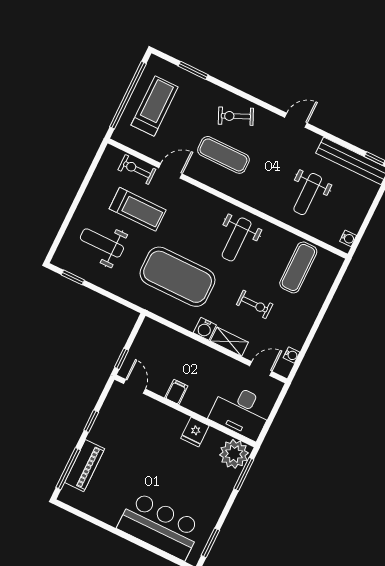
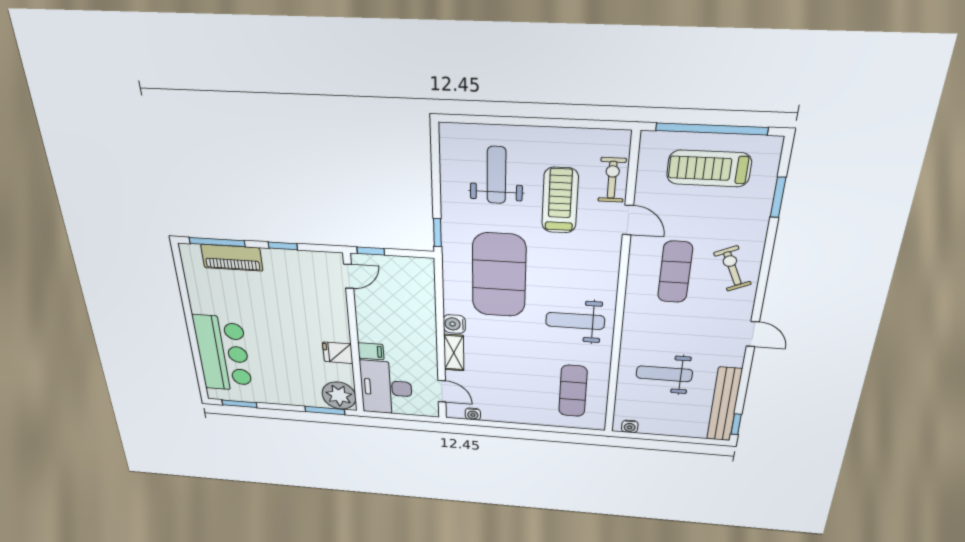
treadmill: (155, 106) -> (709, 169), turned 180
treadmill: (138, 209) -> (560, 200), turned 180
exercise mat: (298, 267) -> (573, 391), turned 90
window: (73, 277) -> (437, 233), moved
exercise bike: (255, 304) -> (509, 363), removed
filing cabinet: (176, 392) -> (371, 351), moved

